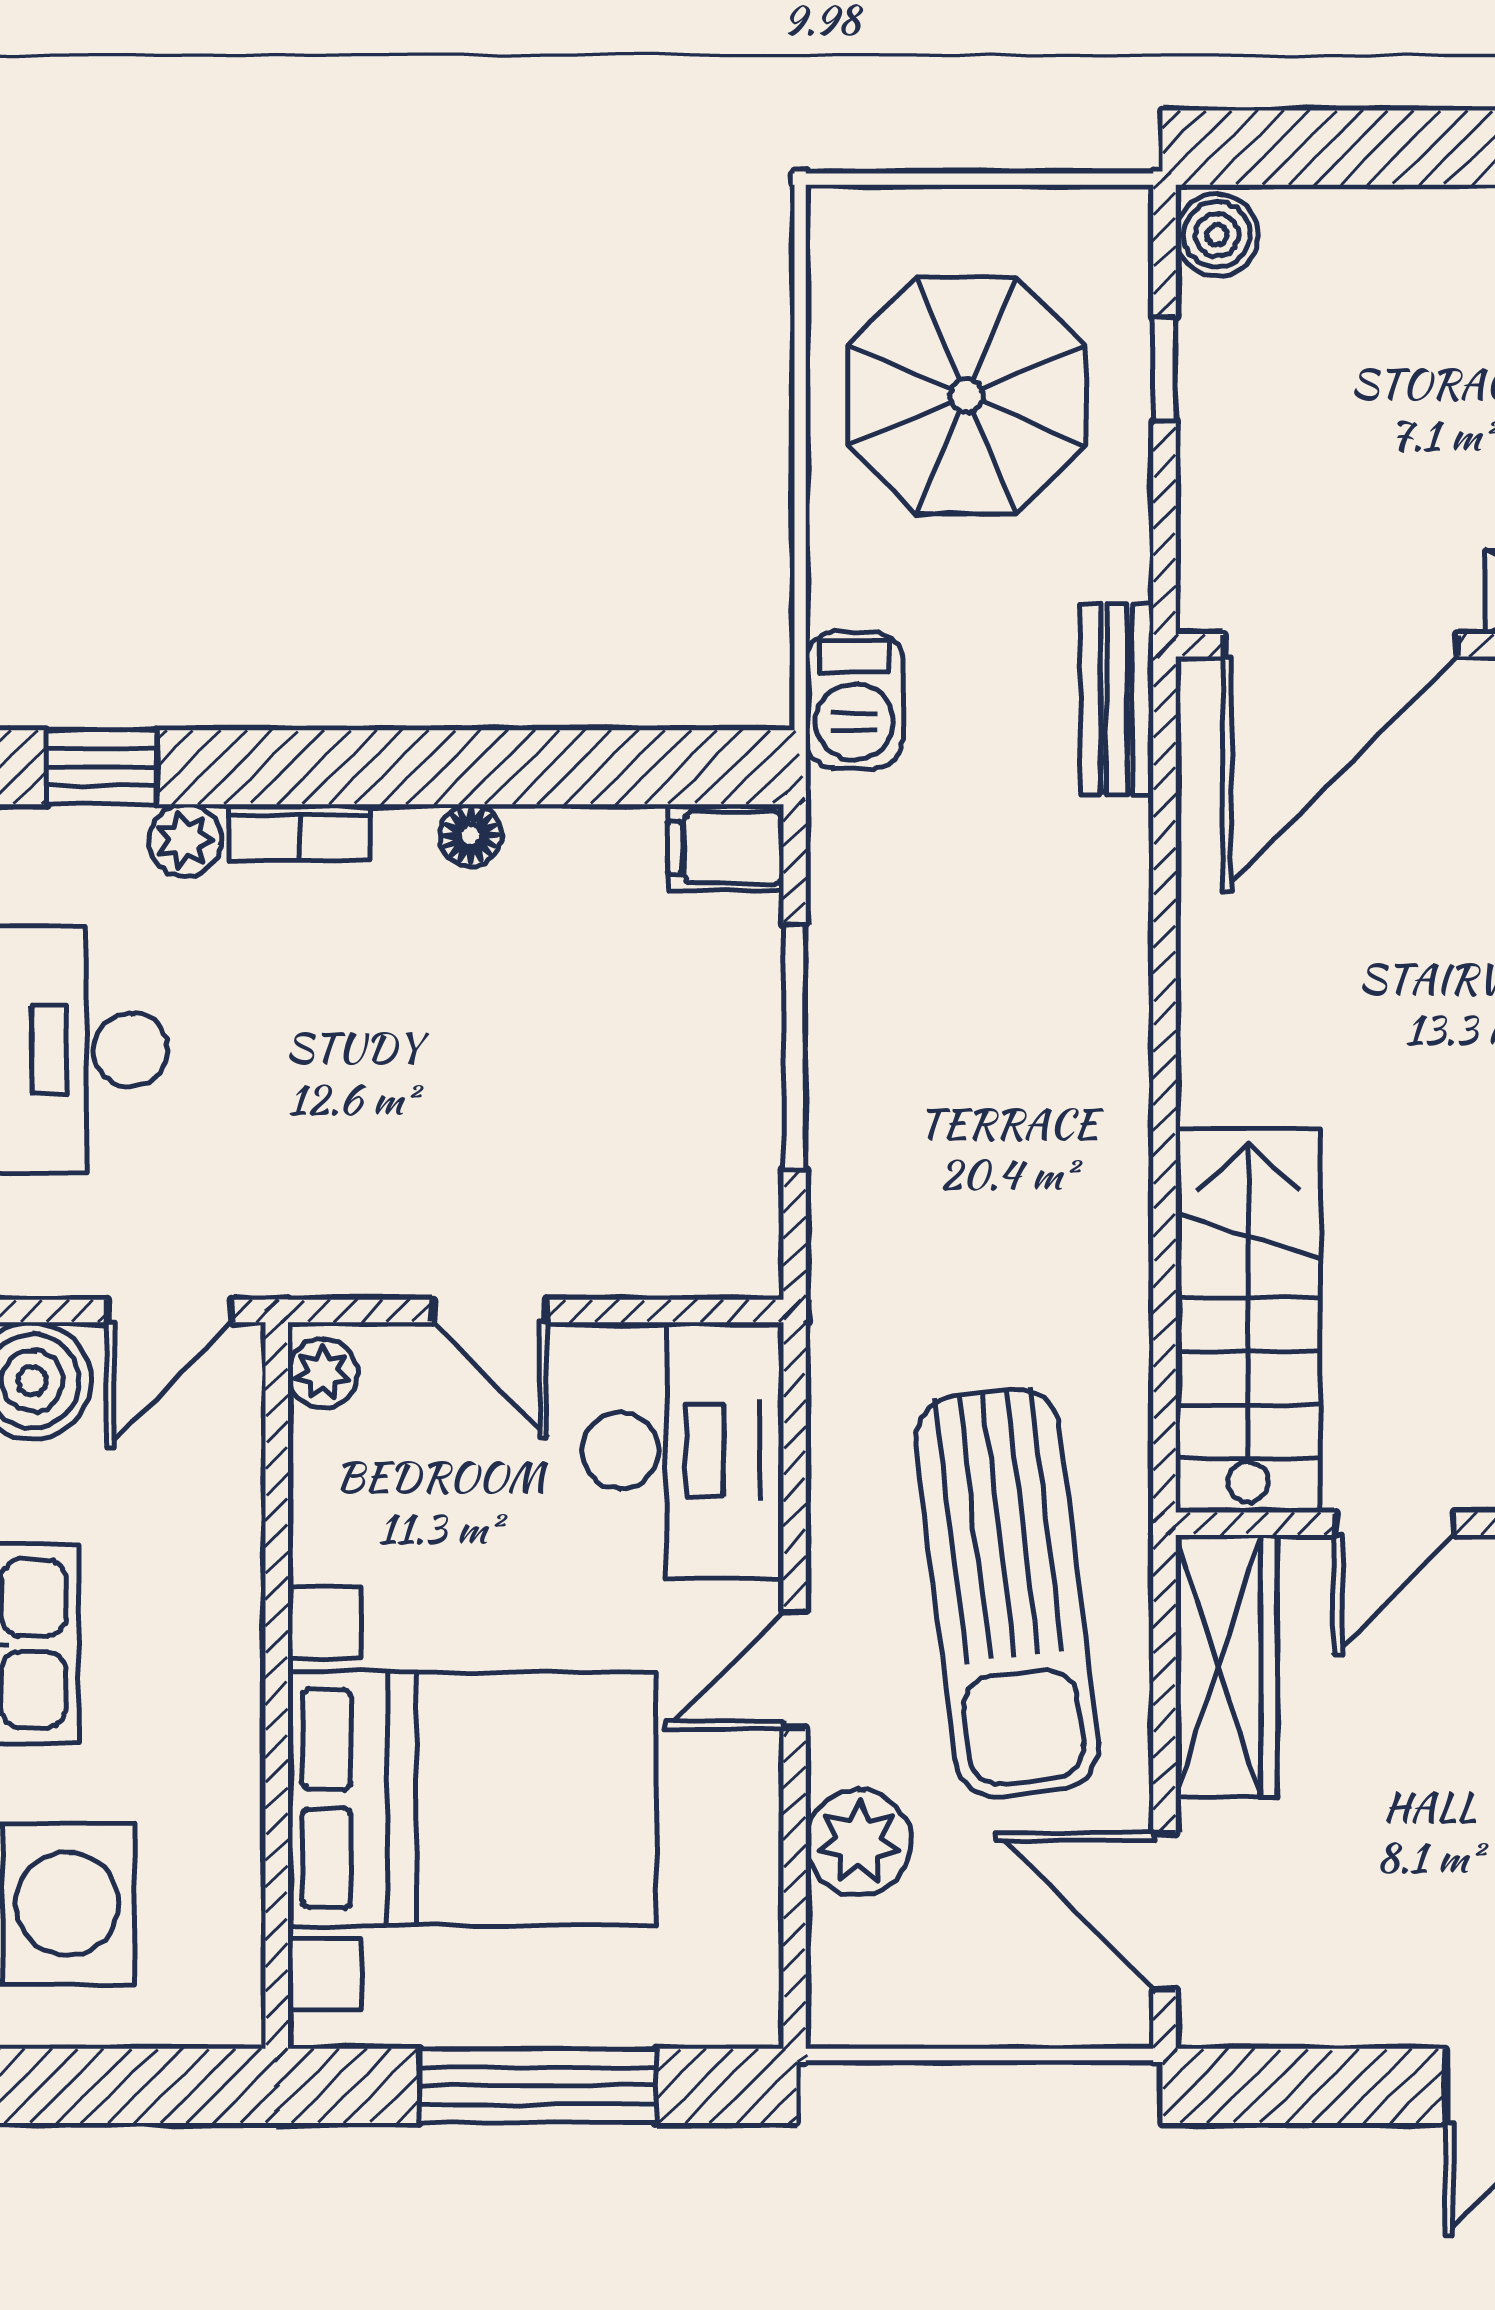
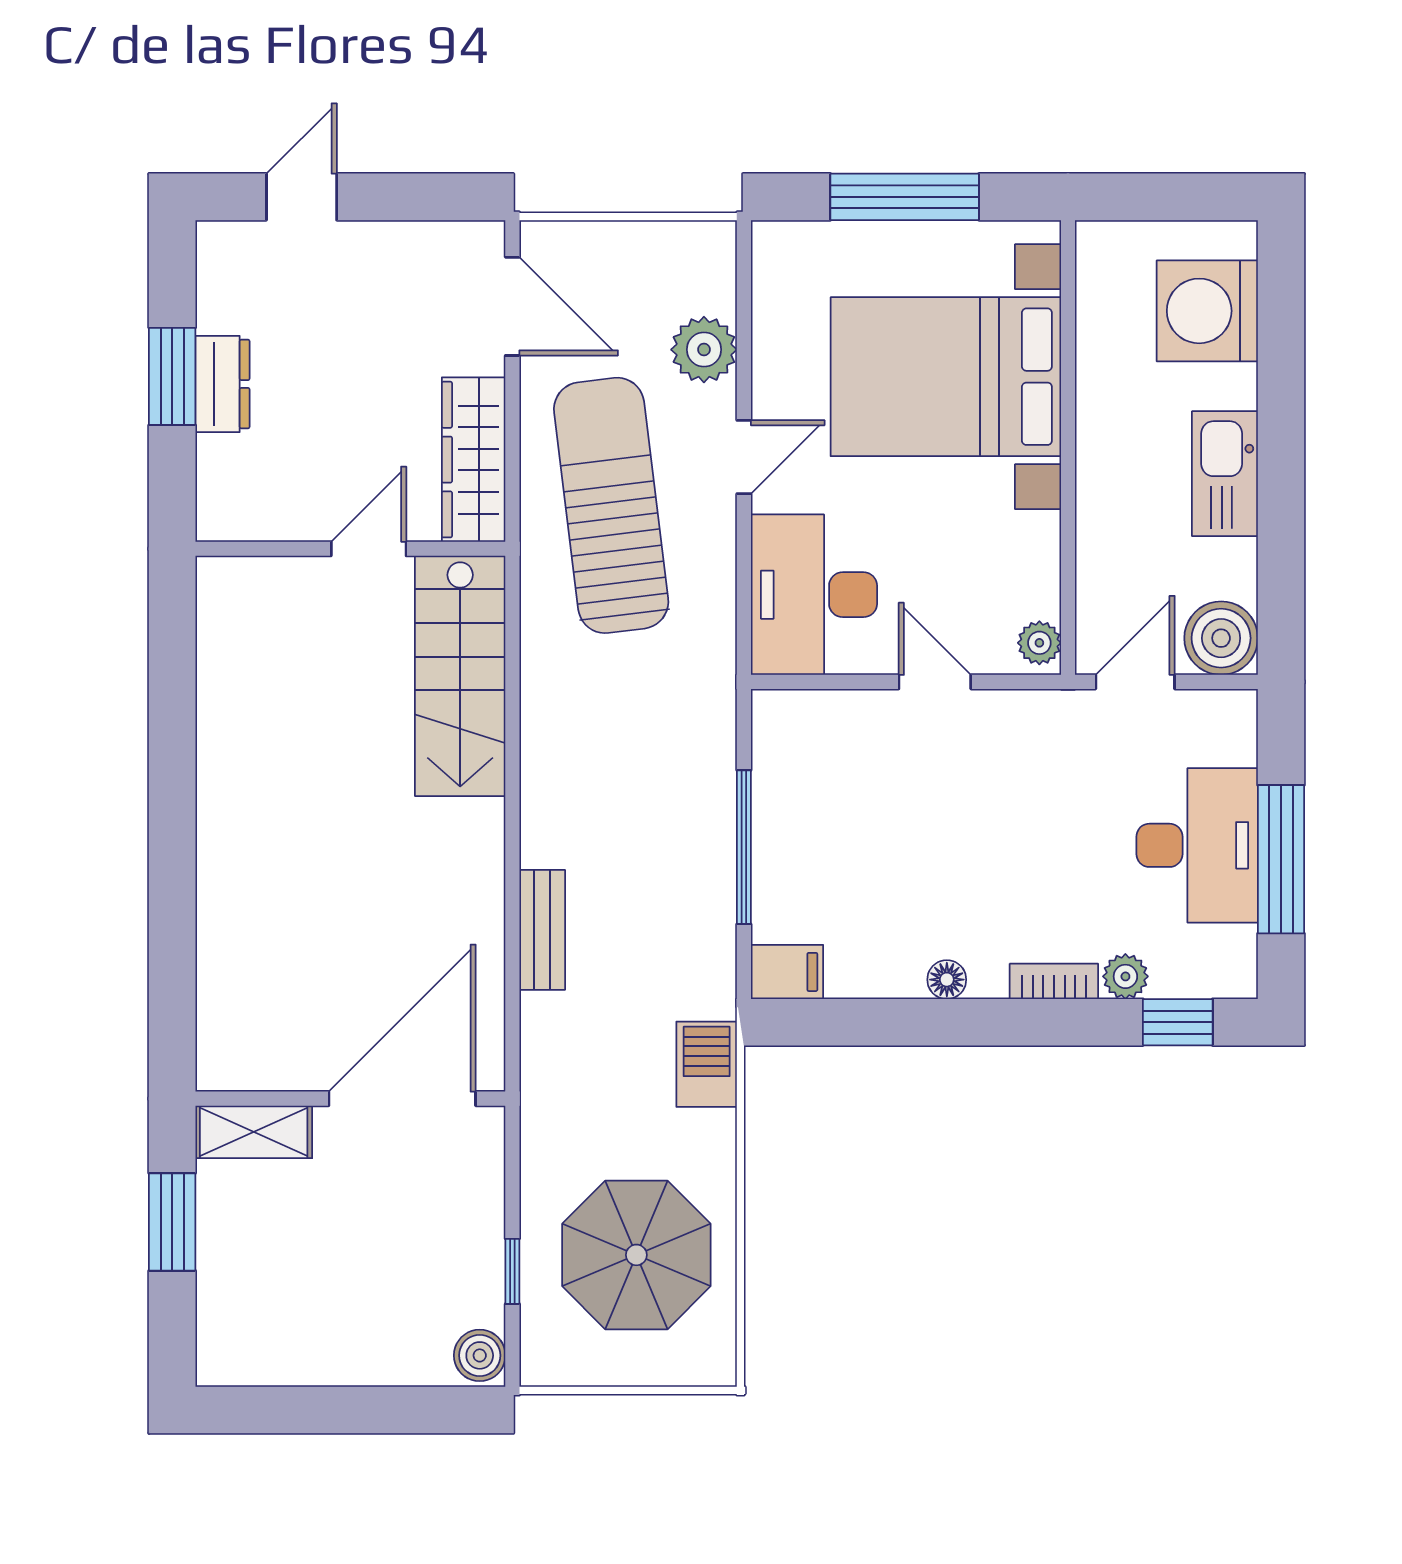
bench: (1117, 699) -> (542, 930), moved

